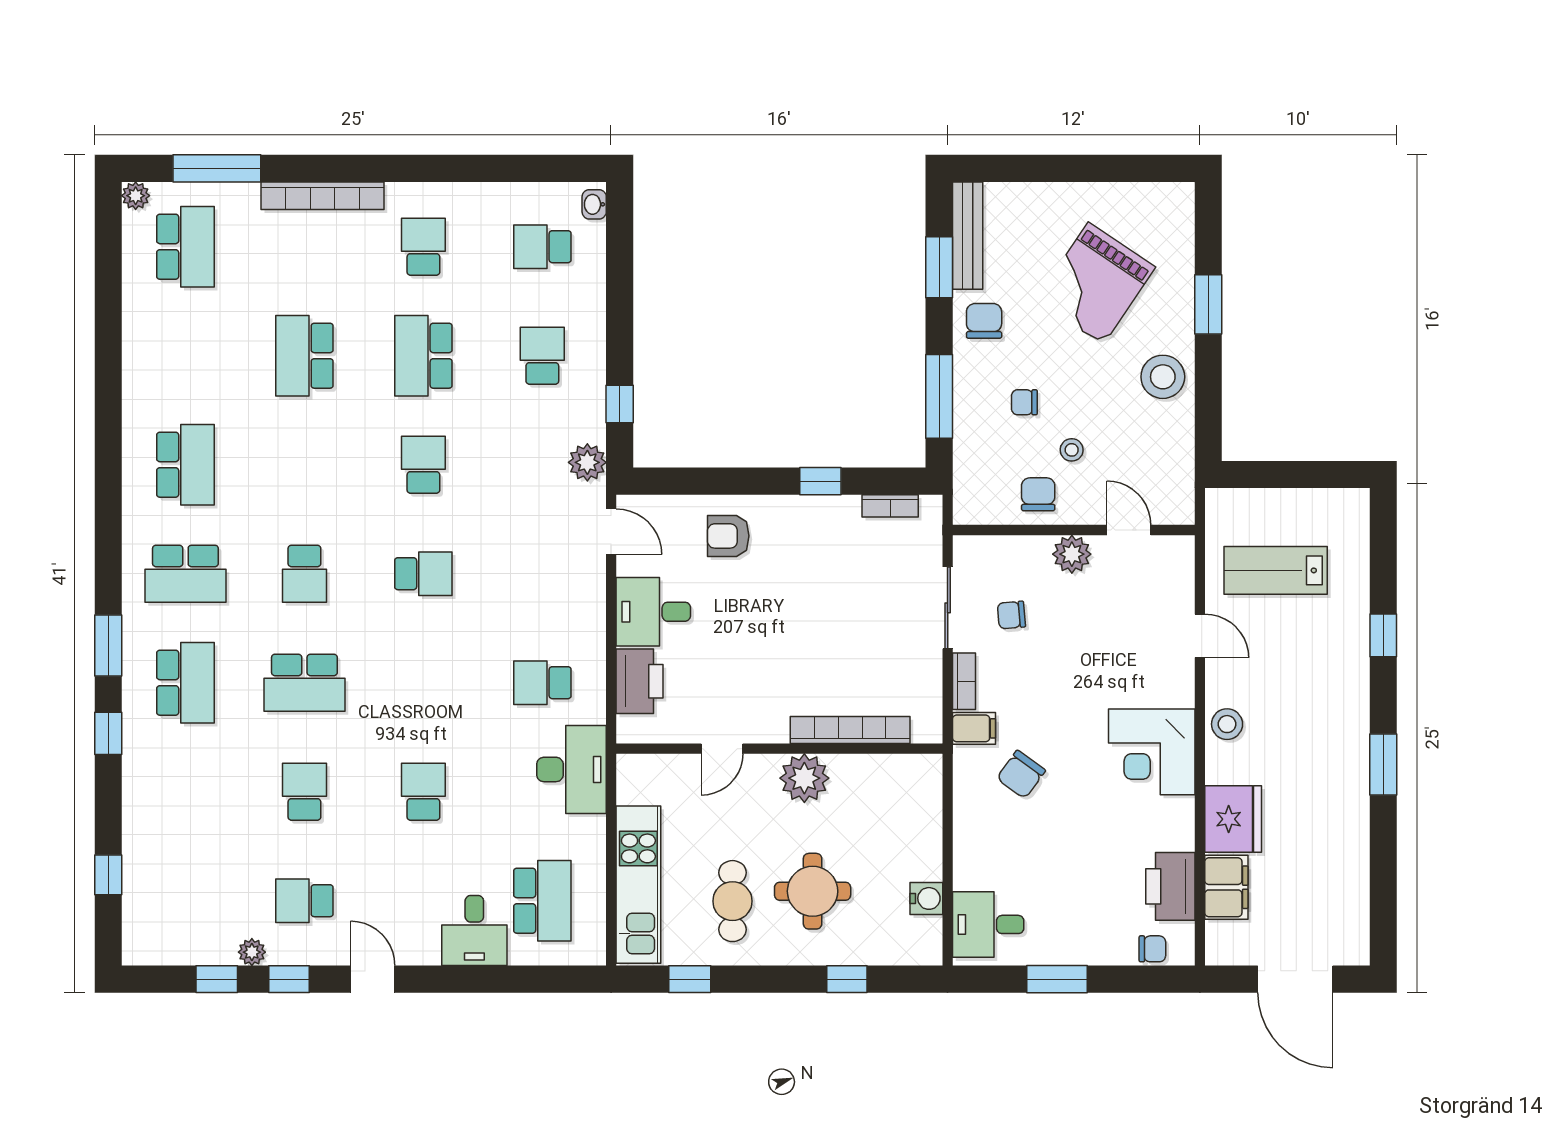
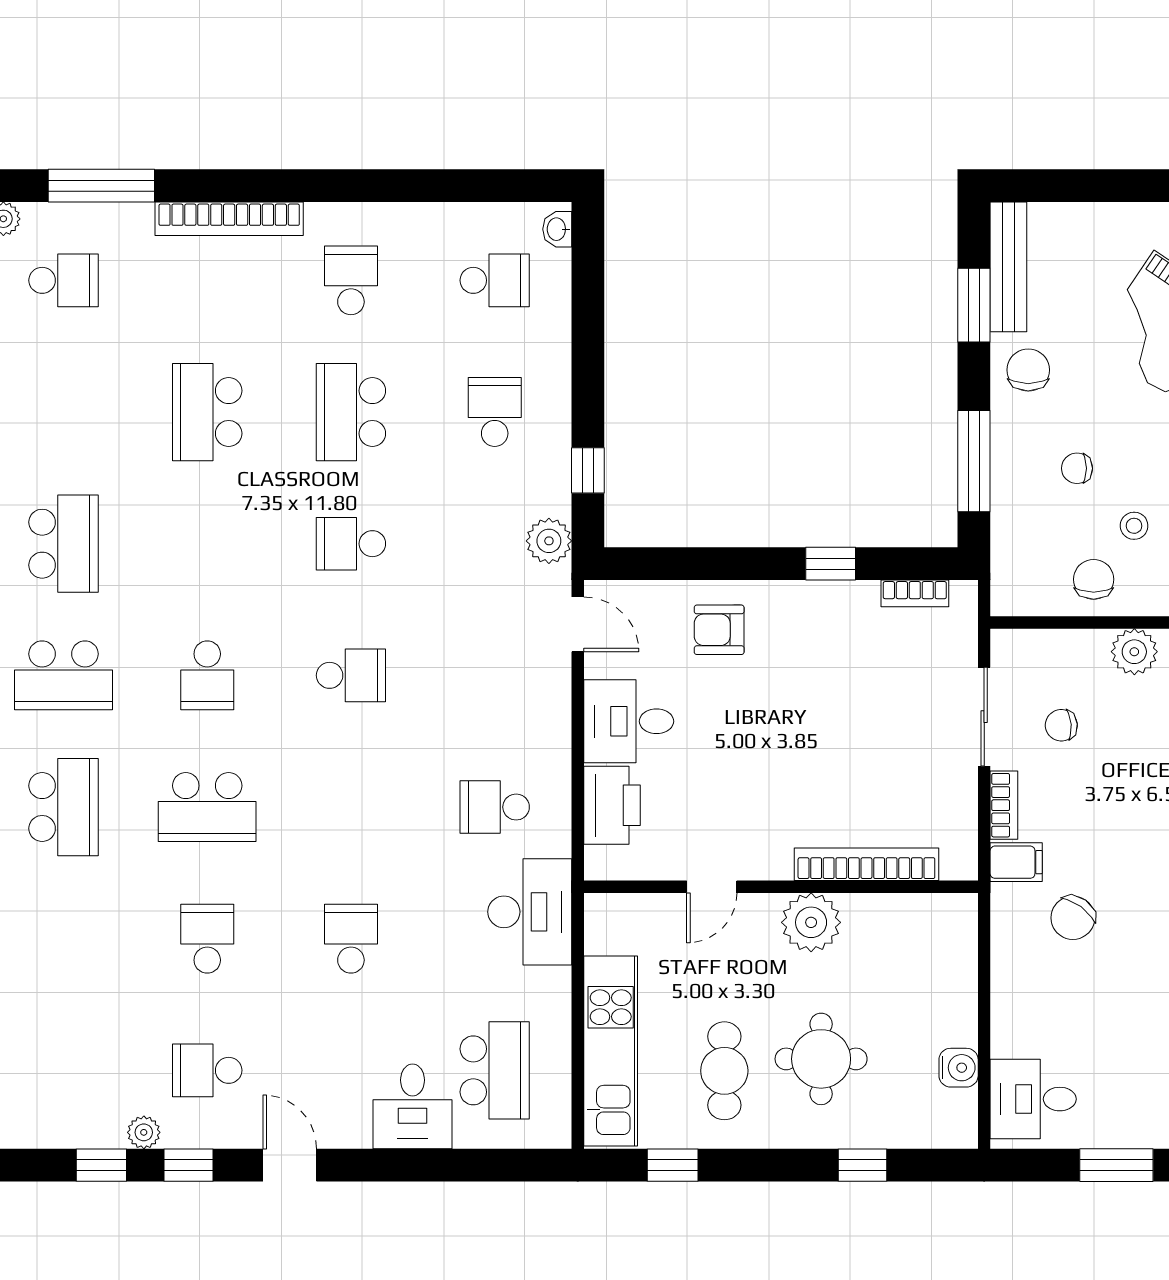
school desk: (185, 247) -> (64, 280), width x0.54
school desk: (542, 247) -> (495, 280), turned 180
school desk: (423, 465) -> (351, 544), turned -90

